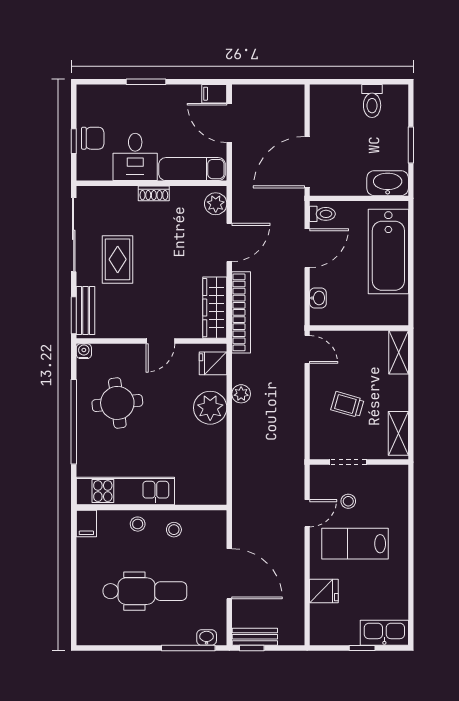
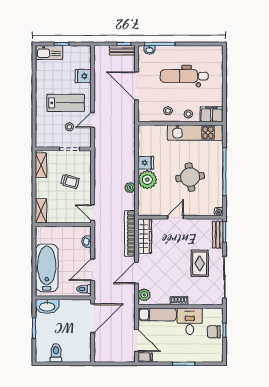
fridge: (213, 363) -> (146, 163), moved
round table: (117, 403) -> (190, 177), moved
filing cabinet: (86, 523) -> (212, 114), width x2.00

